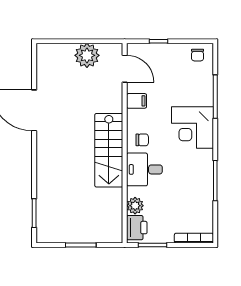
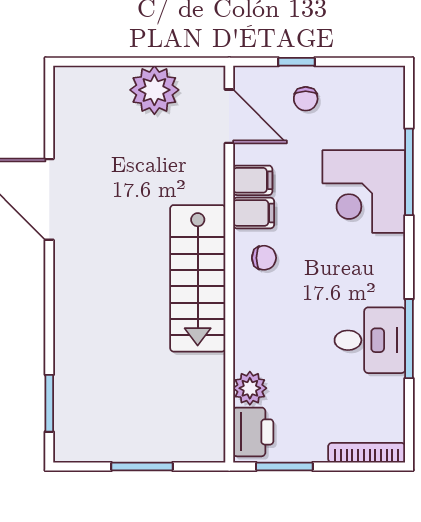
chair: (198, 55) -> (306, 99), moved
filing cabinet: (137, 117) -> (254, 213), added
corner desk: (192, 127) -> (364, 192), moved
desk: (144, 169) -> (370, 340), moved, turned 180

